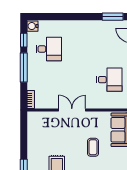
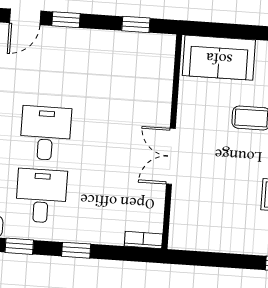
window: (24, 68) -> (76, 250), width x0.46
desk: (109, 80) -> (46, 133), moved

